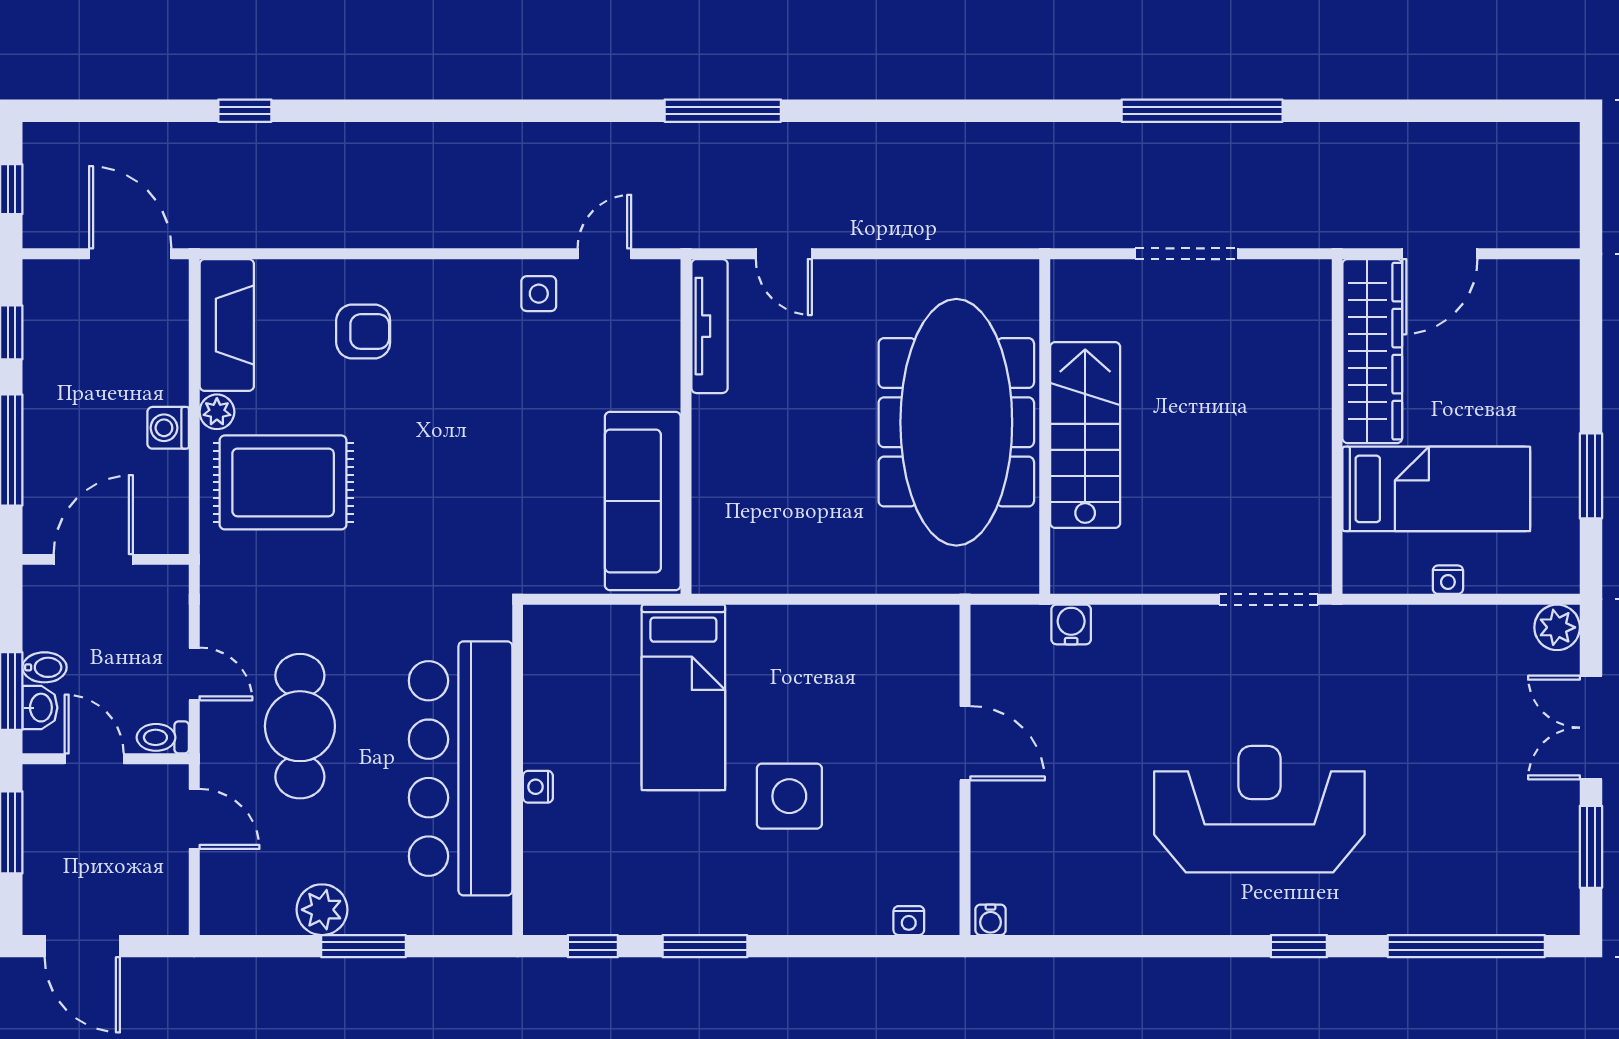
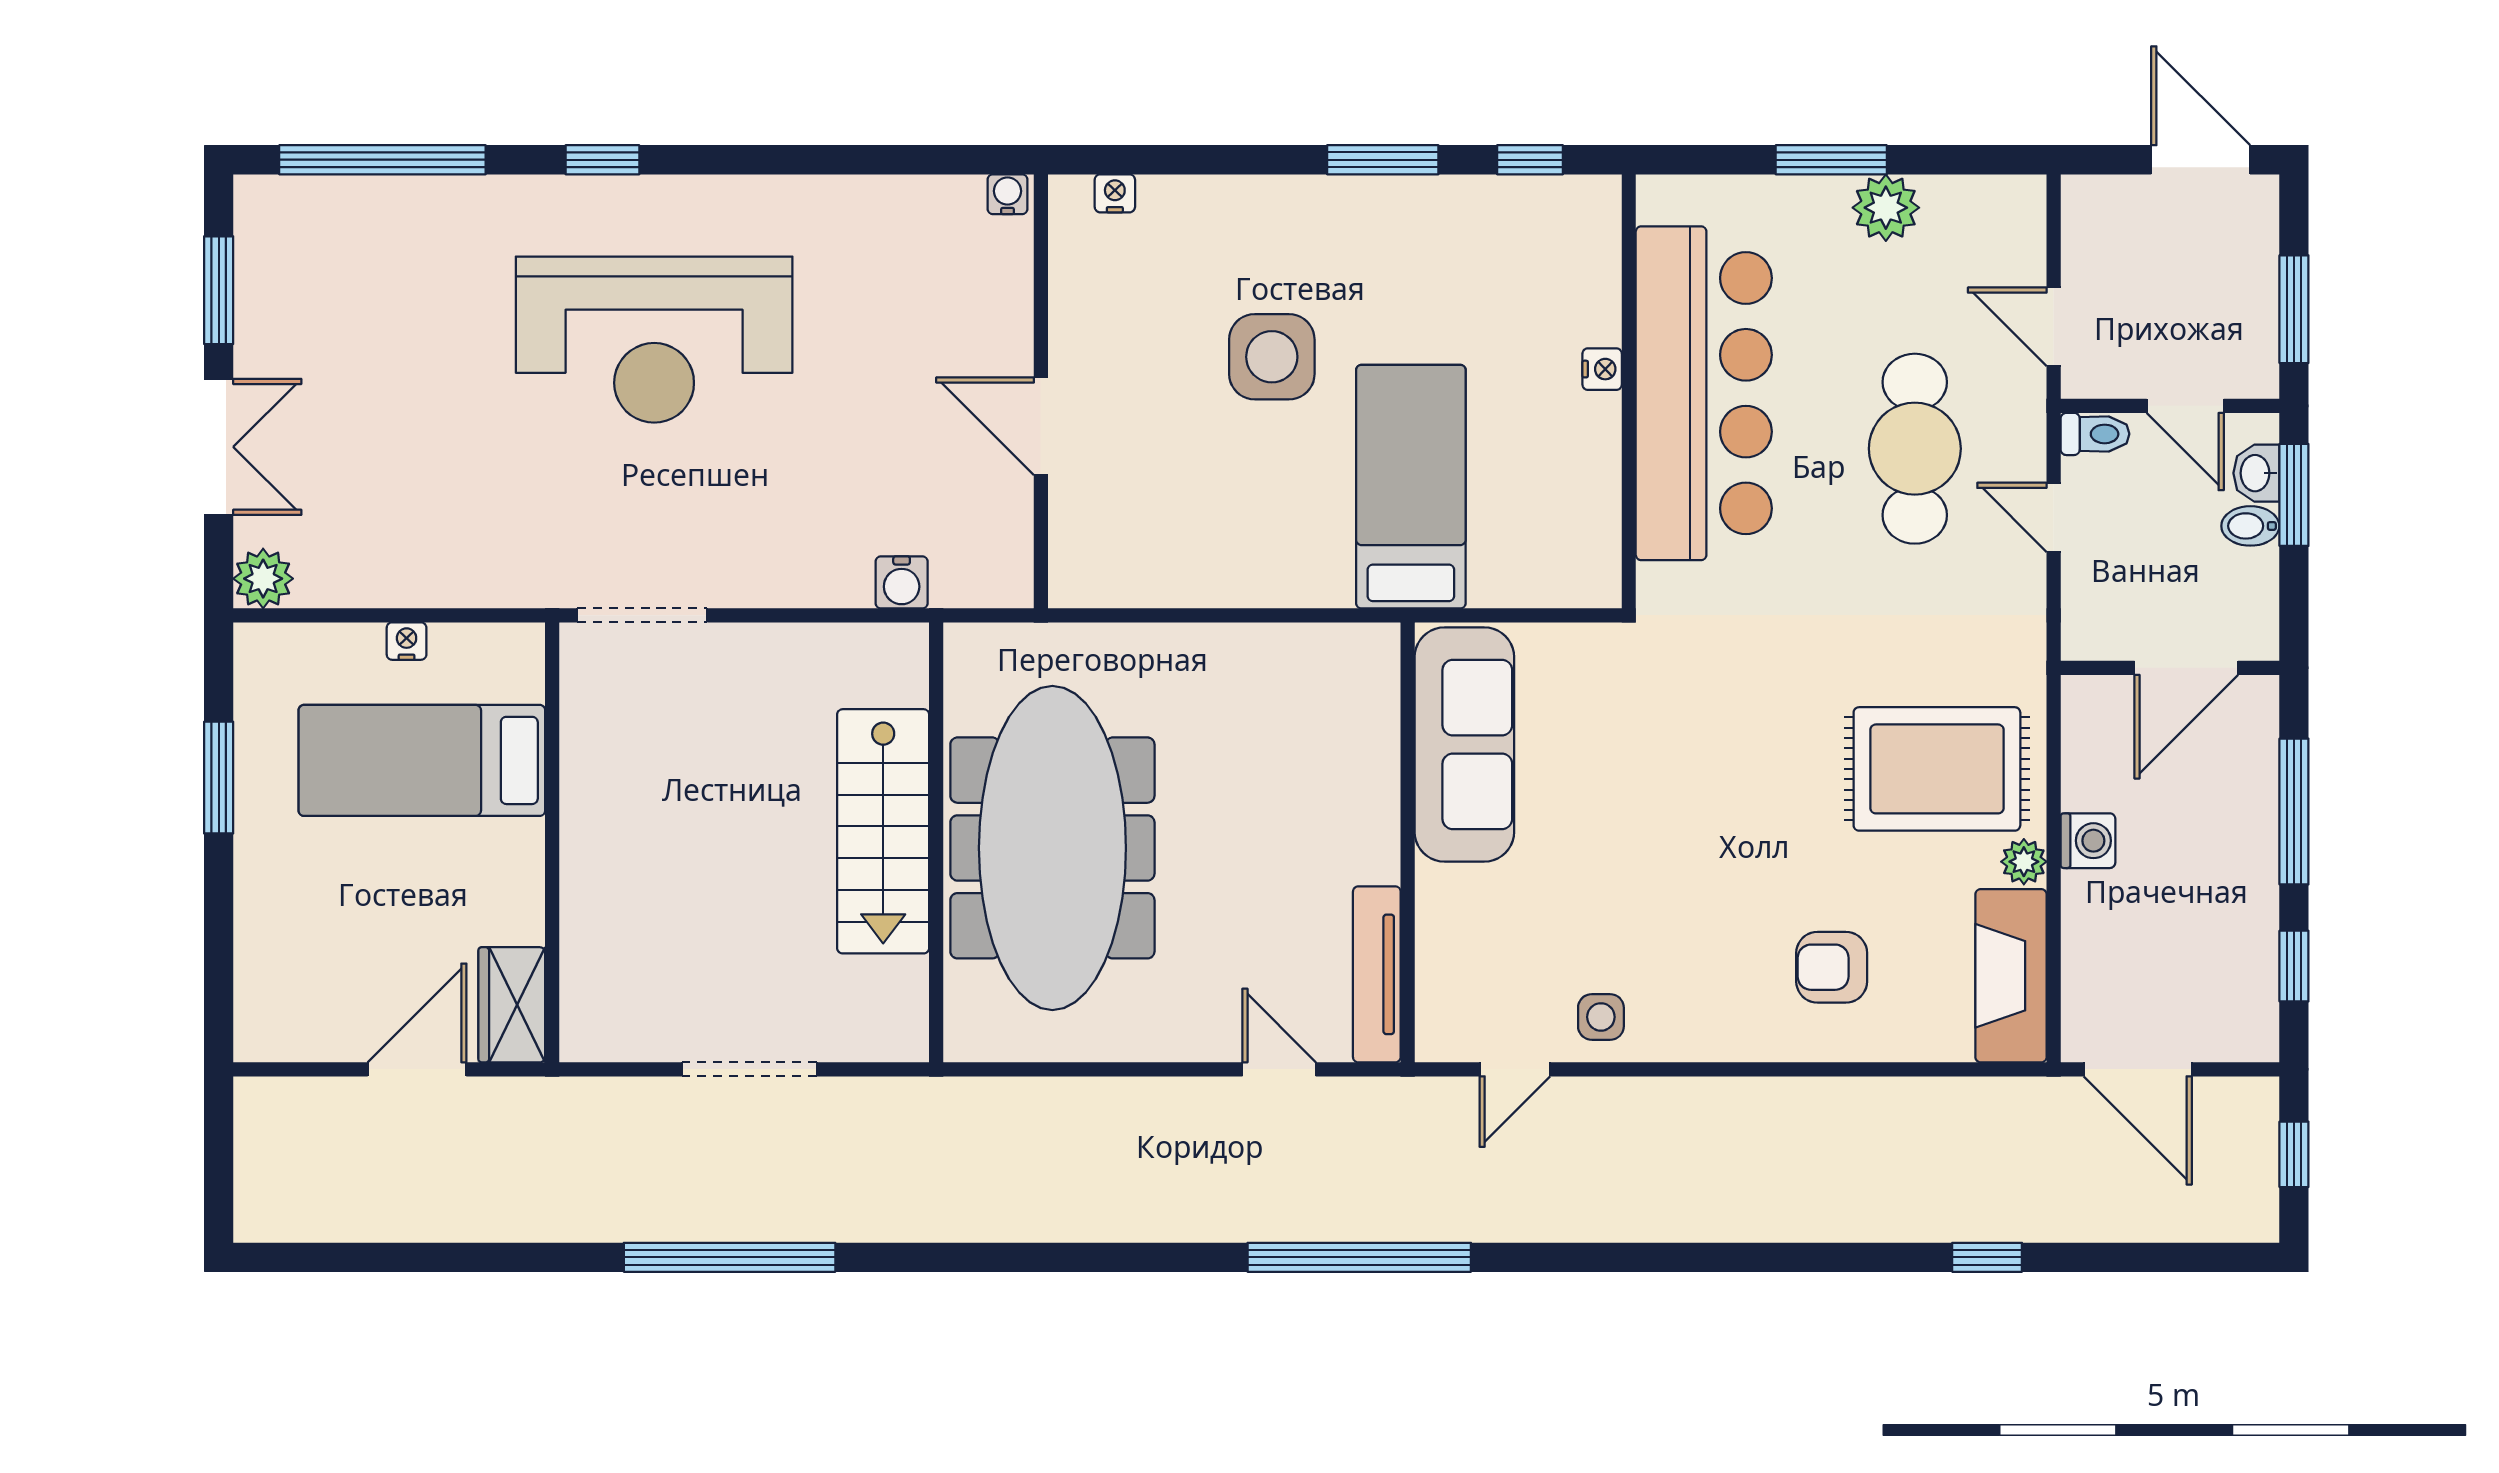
window: (723, 111) -> (1359, 1257), width x1.46
wardrobe: (1372, 351) -> (512, 1005), width x0.48, depth x0.85

